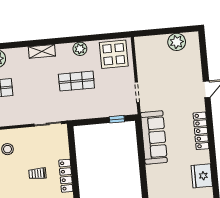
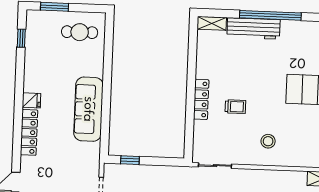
sofa: (154, 137) -> (88, 109), moved
fridge: (202, 176) -> (31, 100), moved, width x0.53, depth x0.75

